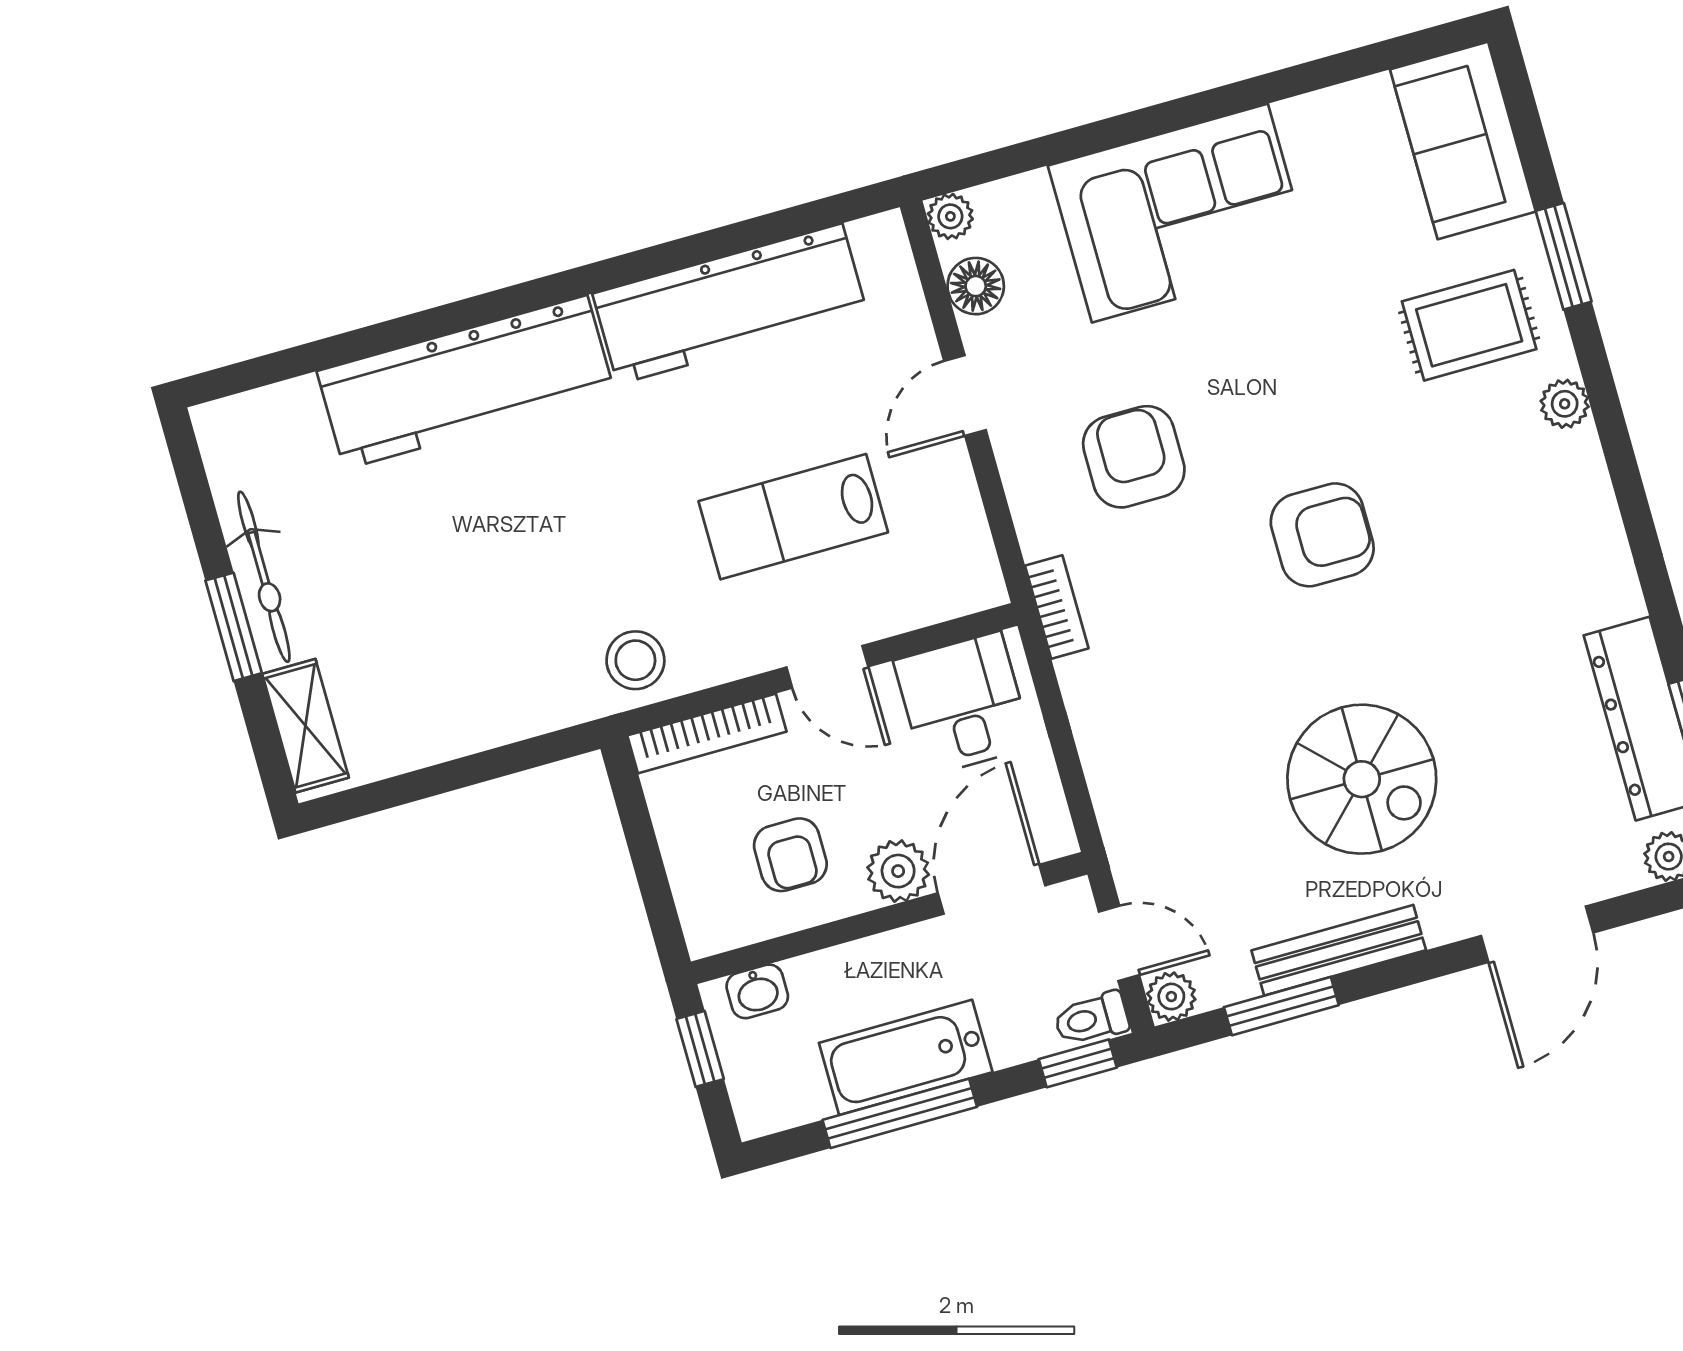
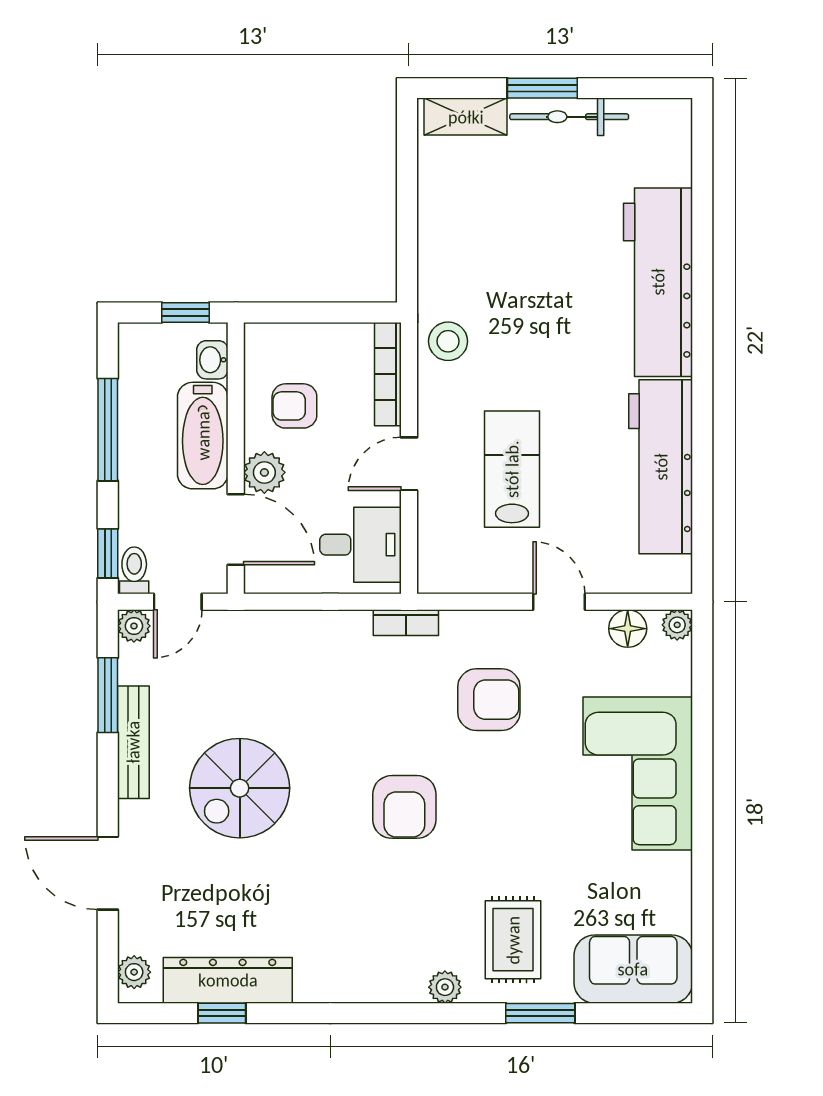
bathtub: (906, 1057) -> (203, 436), moved, turned 180

